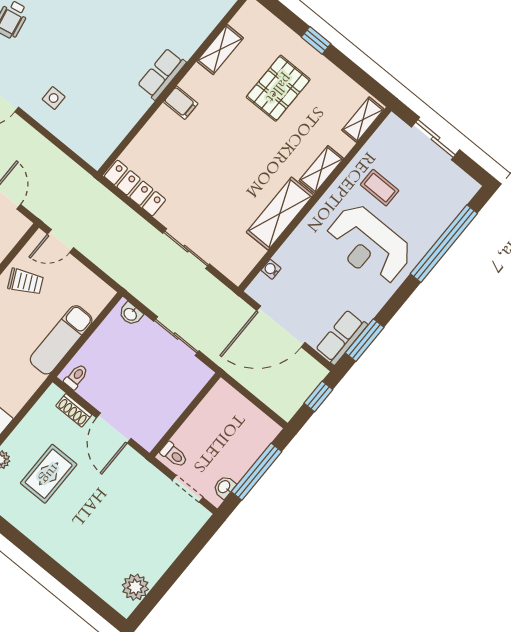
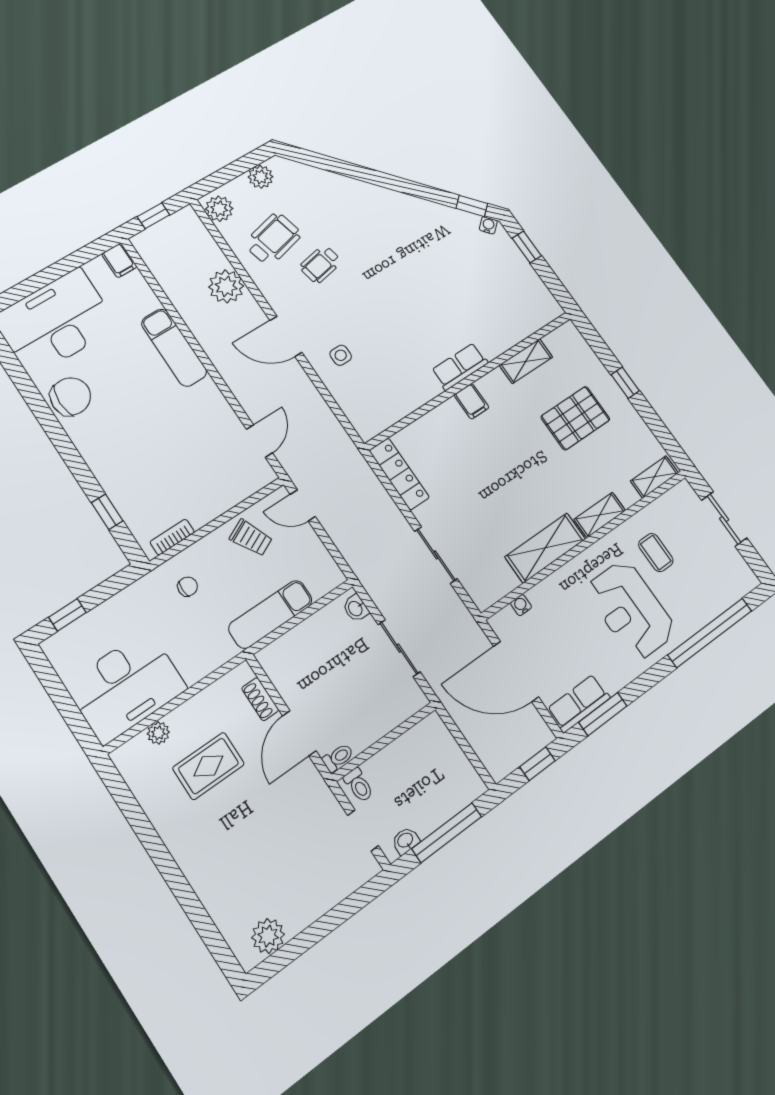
toilet: (76, 377) -> (338, 757), moved

